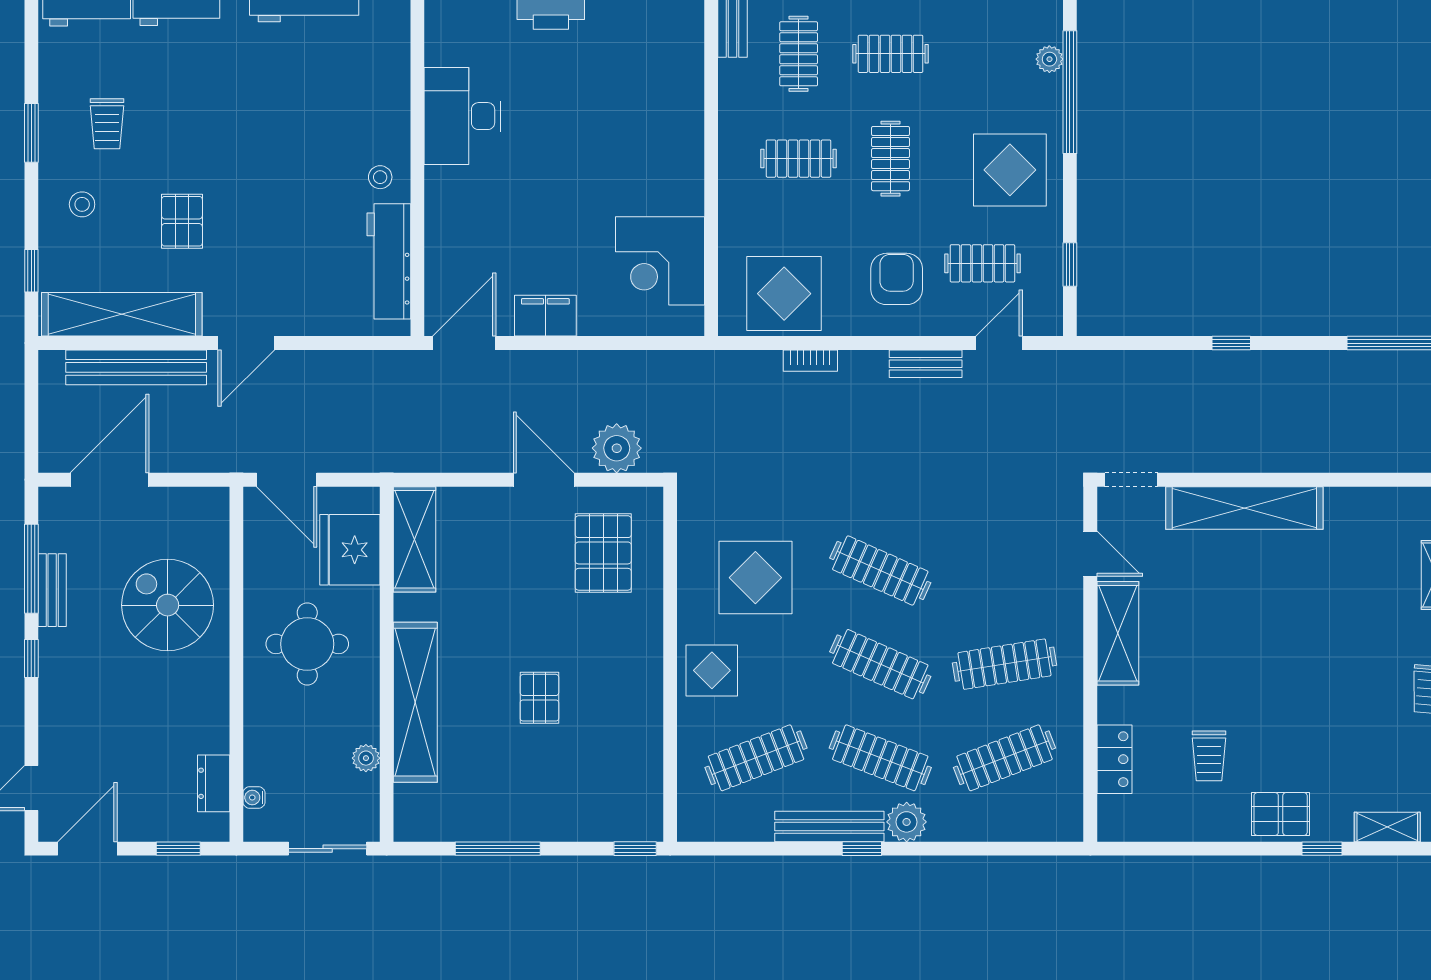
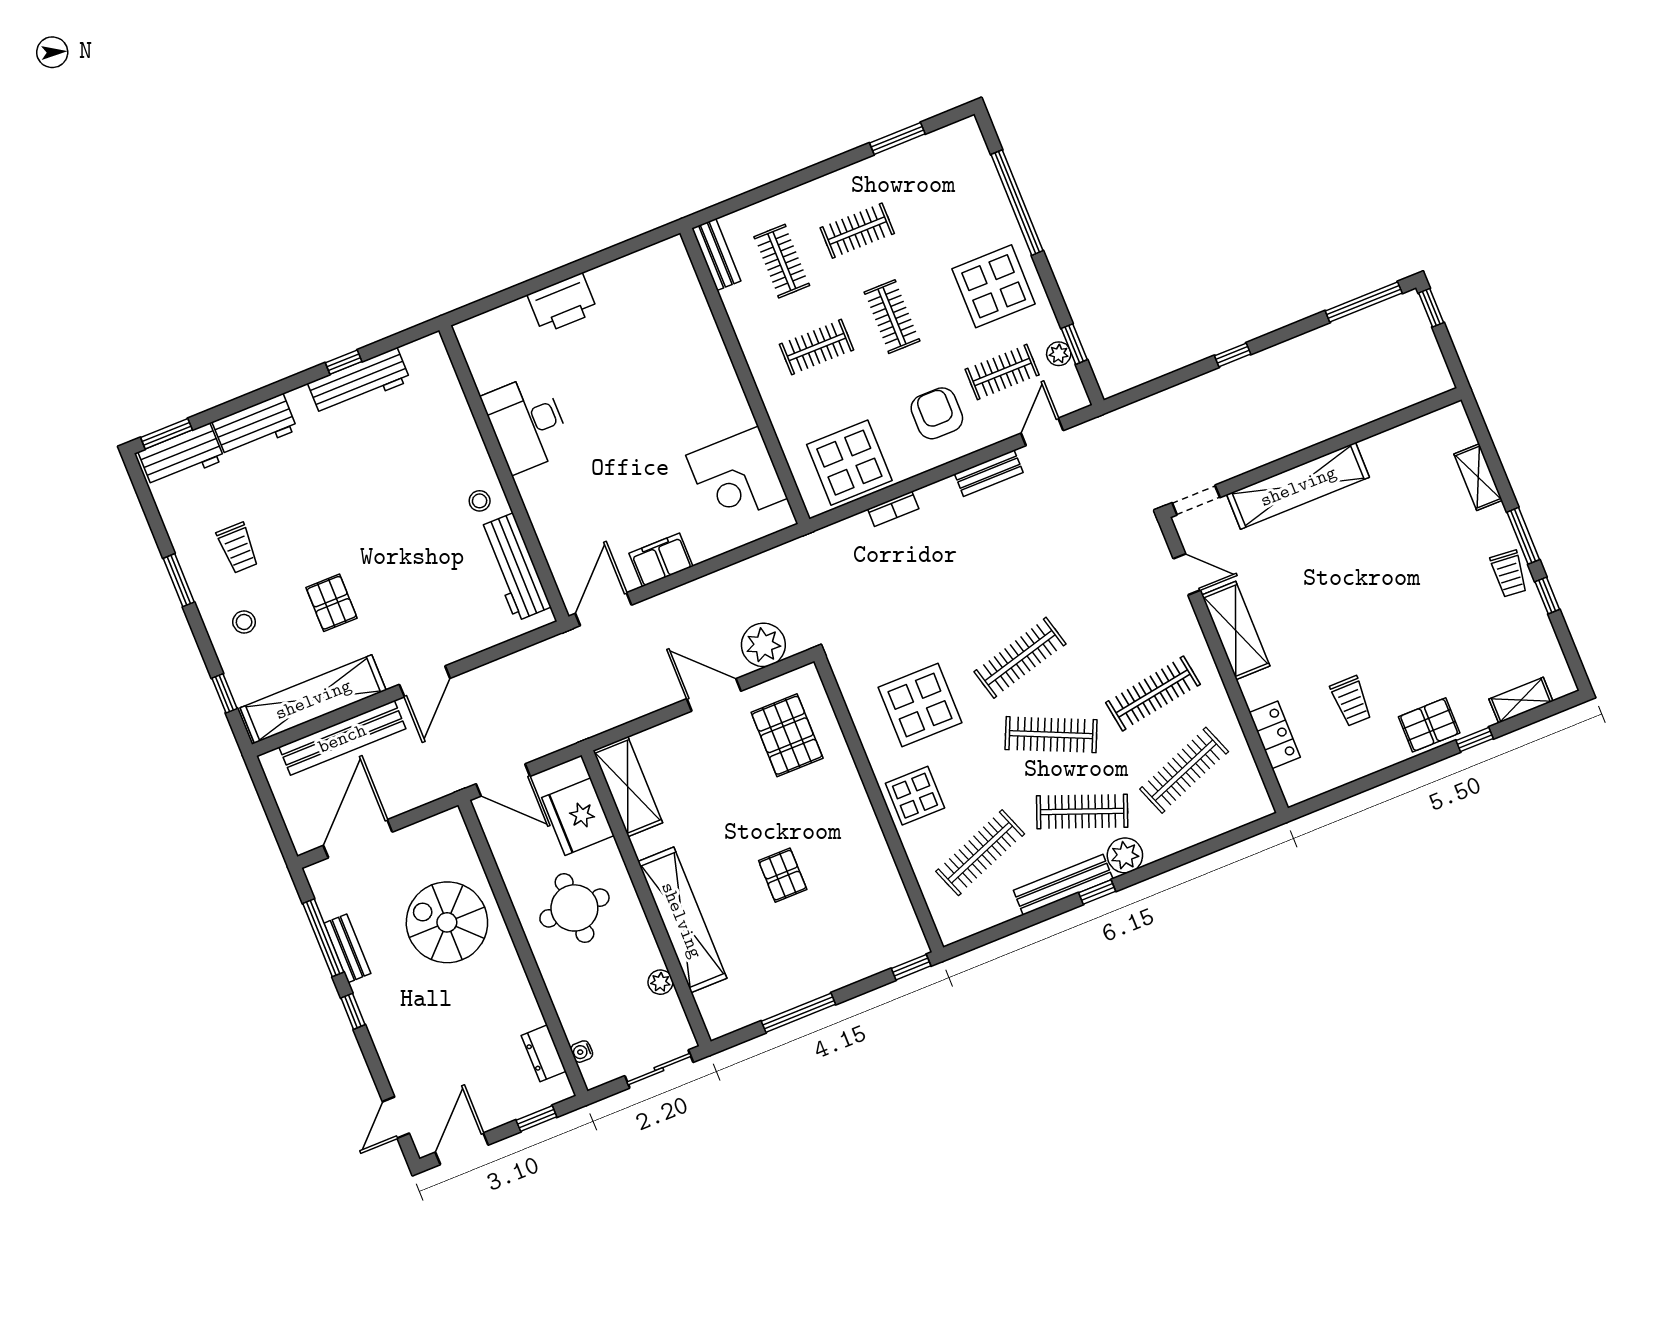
plant: (1049, 59) -> (1059, 354), moved
clothes rail: (880, 570) -> (1020, 658), turned -39

